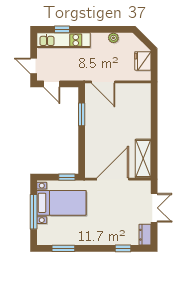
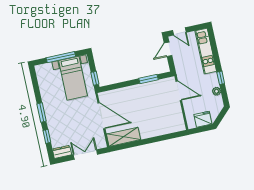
window: (62, 29) -> (221, 78), moved
door: (34, 66) -> (179, 31), swing flipped
door: (103, 82) -> (179, 91), swing flipped
double door: (154, 208) -> (85, 155), swing flipped
window: (63, 248) -> (42, 113), moved

